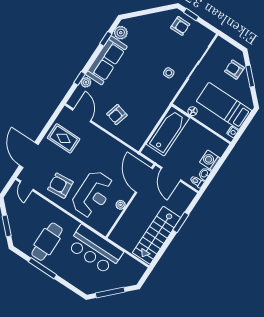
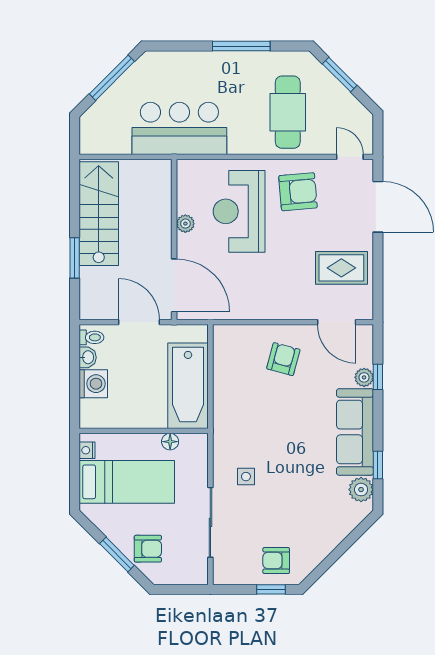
cafe table: (47, 242) -> (288, 112), moved

